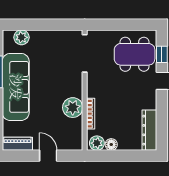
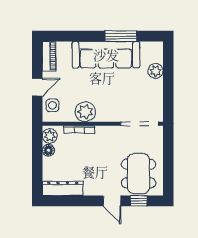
plant: (22, 37) -> (156, 71), moved
side table: (66, 140) -> (52, 105), added

